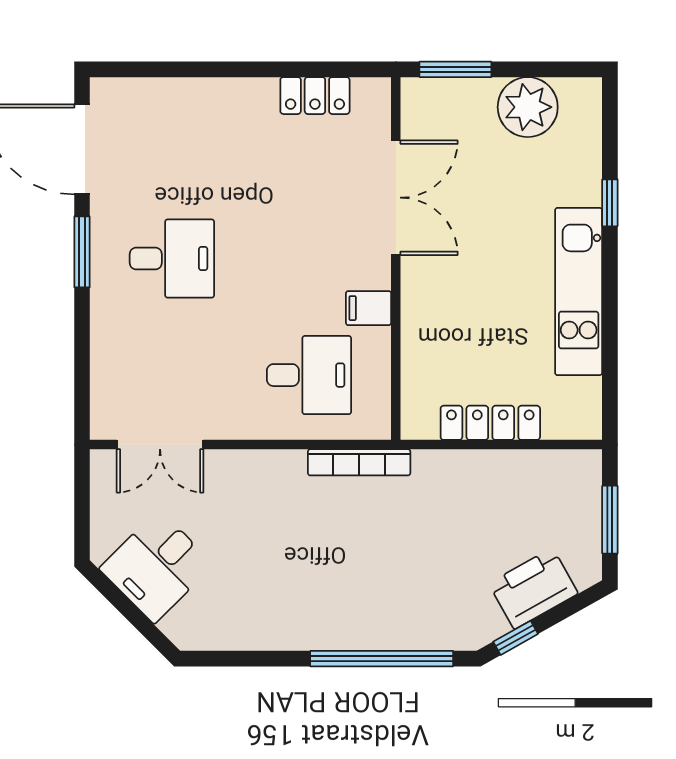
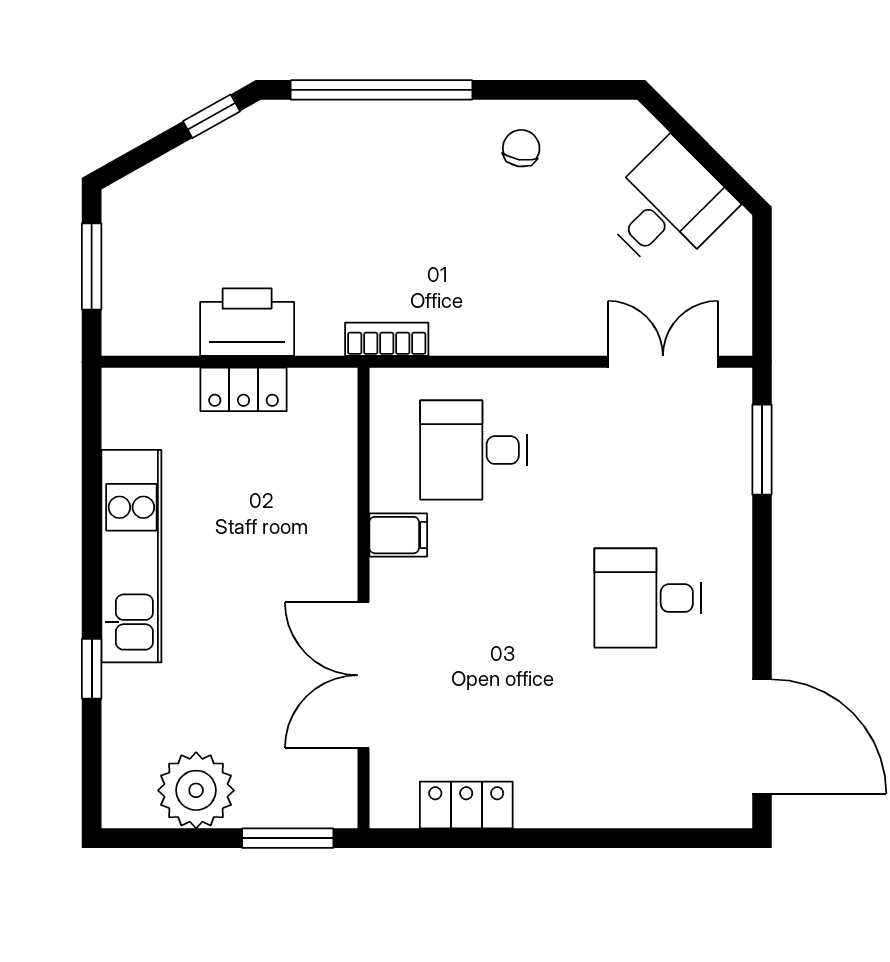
window: (82, 252) -> (762, 450), moved
locker: (490, 423) -> (244, 389), width x0.66
bookcase: (359, 462) -> (387, 339), width x0.64
printer: (533, 589) -> (247, 322), moved, turned -151
chair: (272, 613) -> (521, 148), added

